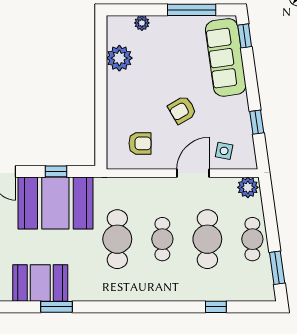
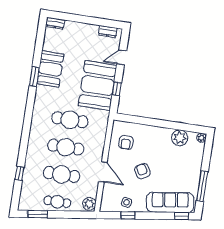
plant: (142, 23) -> (201, 138), moved
side table: (224, 151) -> (126, 202), moved
cafe table: (162, 239) -> (66, 147), width x1.37, depth x1.35

